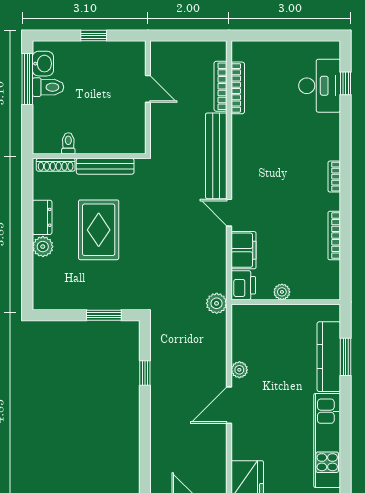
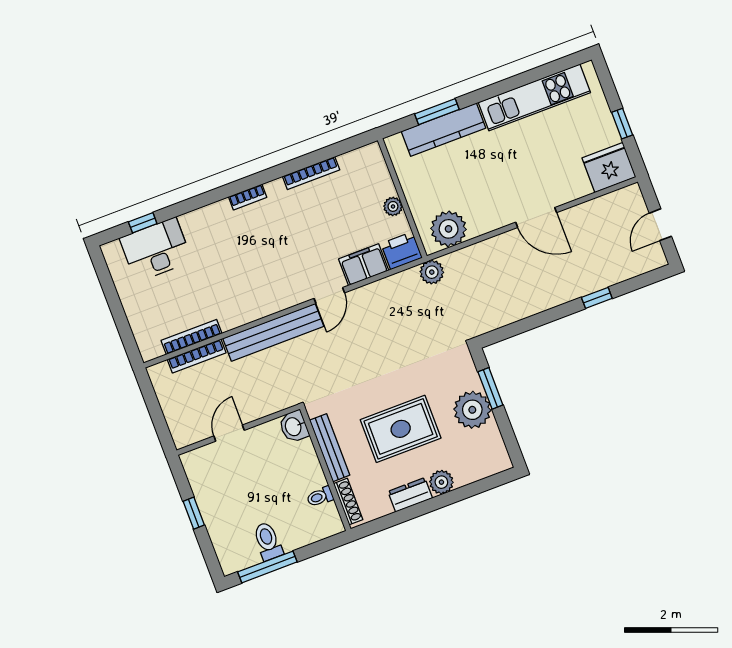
washbasin: (43, 64) -> (294, 426), moved, turned -90
plant: (92, 294) -> (472, 410), added
plant: (239, 370) -> (449, 229), moved, width x1.87, depth x1.87
window: (145, 373) -> (597, 298), moved

